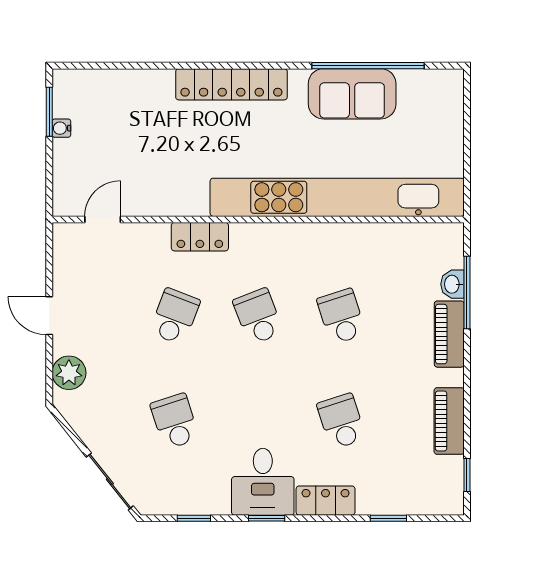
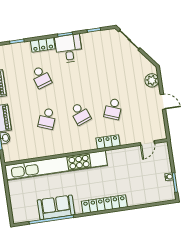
school desk: (341, 316) -> (47, 119), turned 39
school desk: (175, 421) -> (107, 67), removed

